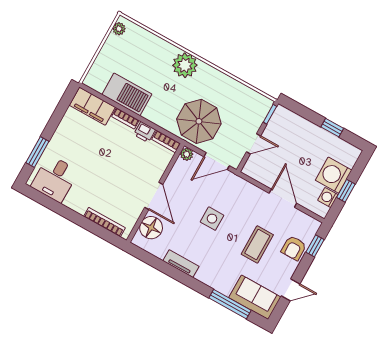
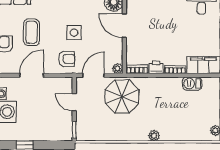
plant: (185, 65) -> (154, 136), width x0.53, depth x0.53
barbecue: (127, 94) -> (192, 84), width x0.53, depth x0.65
door: (253, 144) -> (74, 102), hinge flipped
armchair: (236, 195) -> (67, 59), added
door: (283, 198) -> (32, 75), swing flipped

